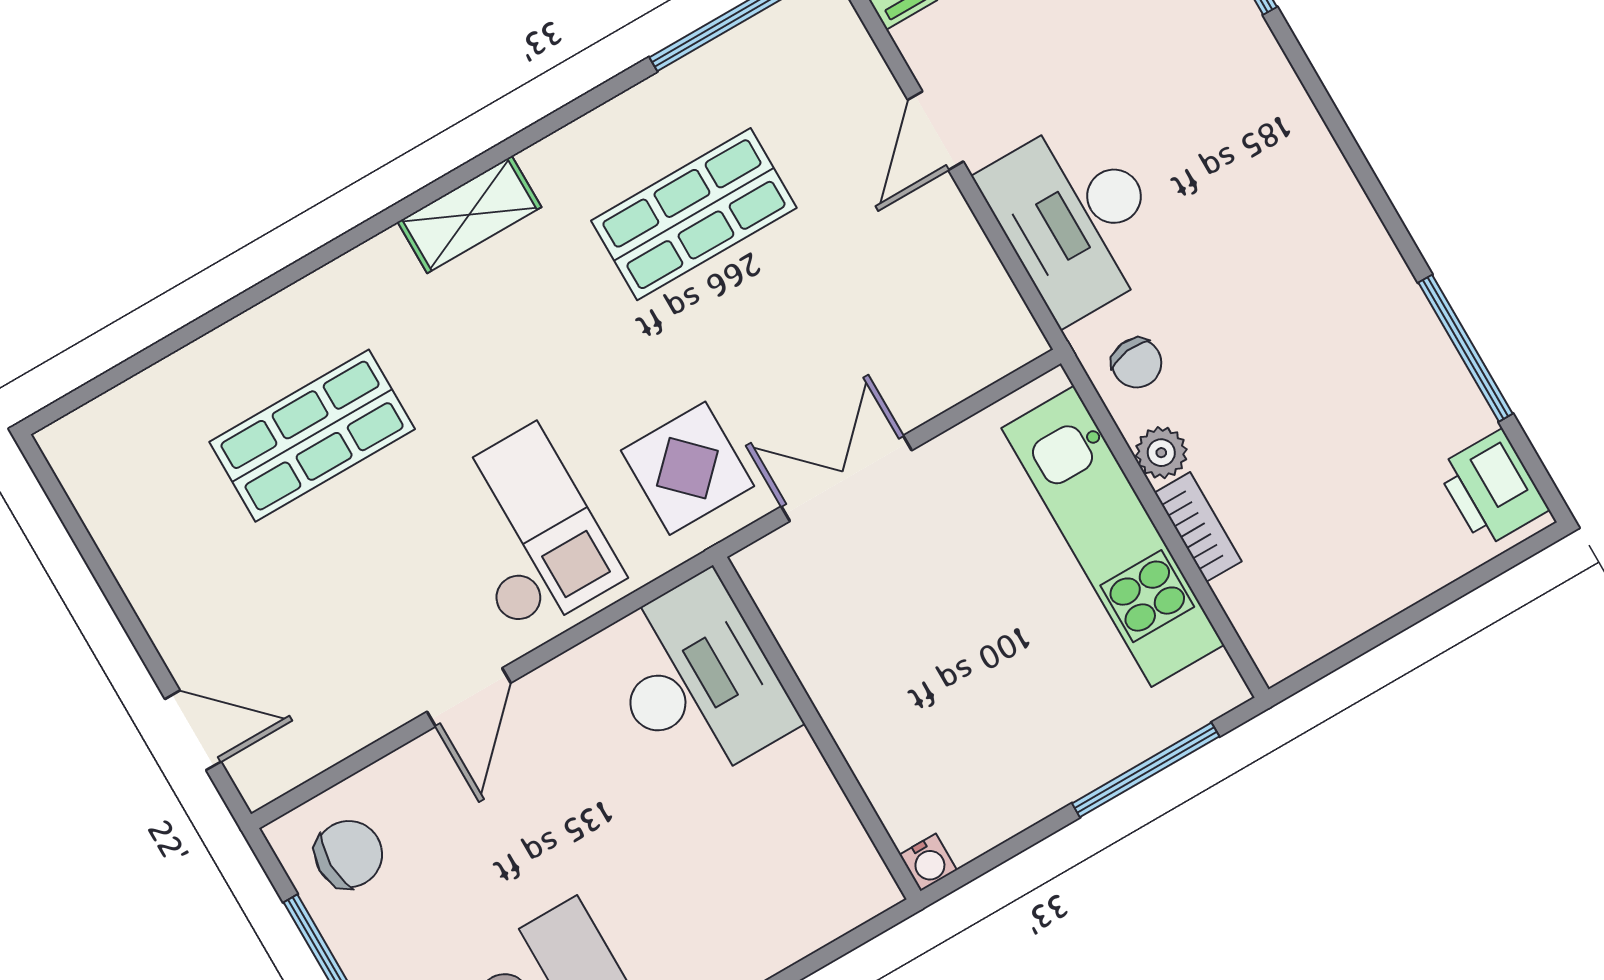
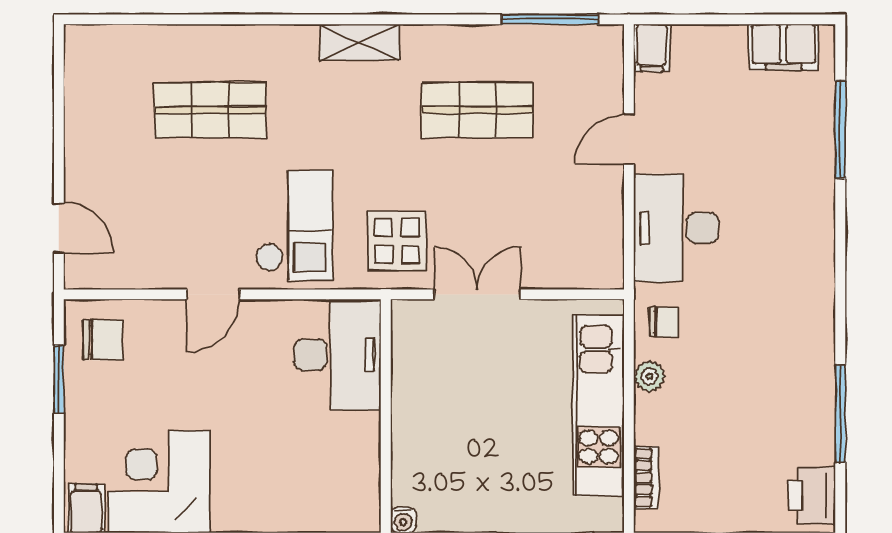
chair: (1137, 363) -> (664, 322), turned -83
bookcase: (1198, 527) -> (646, 478), moved

